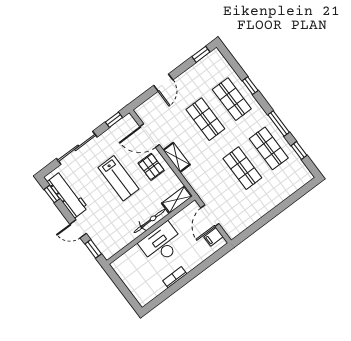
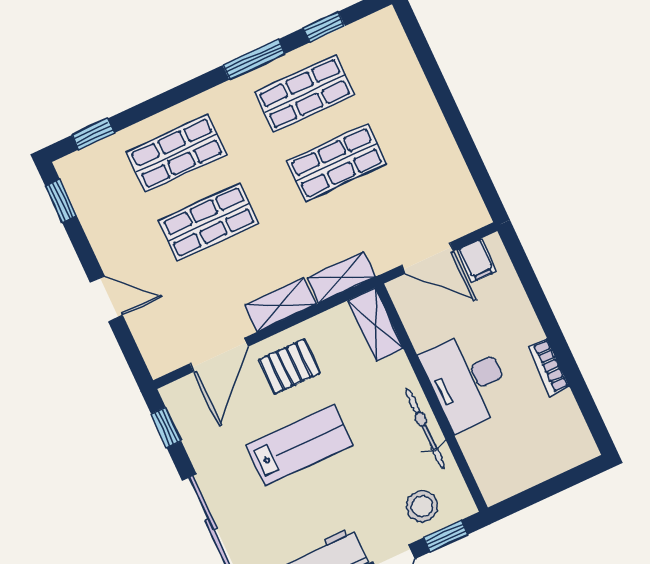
window: (250, 86) -> (93, 134), moved
shelving: (194, 181) -> (341, 277), added
bicycle: (149, 221) -> (425, 429), moved
stool: (104, 236) -> (422, 506), added

